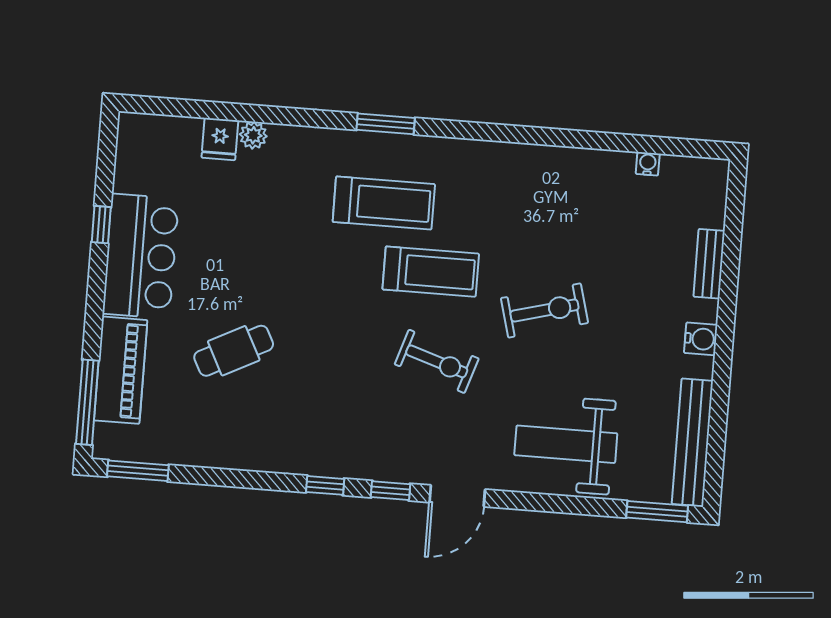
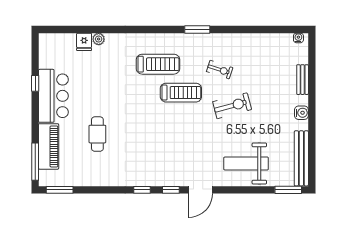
window: (386, 124) -> (197, 29), moved
water cooler: (648, 164) -> (298, 38), moved
cafe table: (234, 351) -> (97, 134), turned -63
exercise bike: (437, 361) -> (220, 70), moved, width x0.73, depth x0.72

